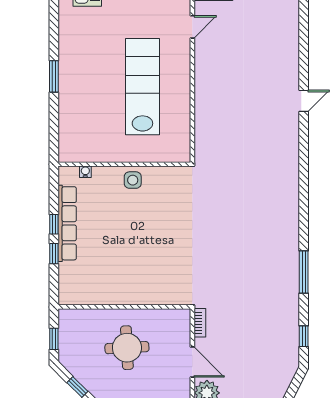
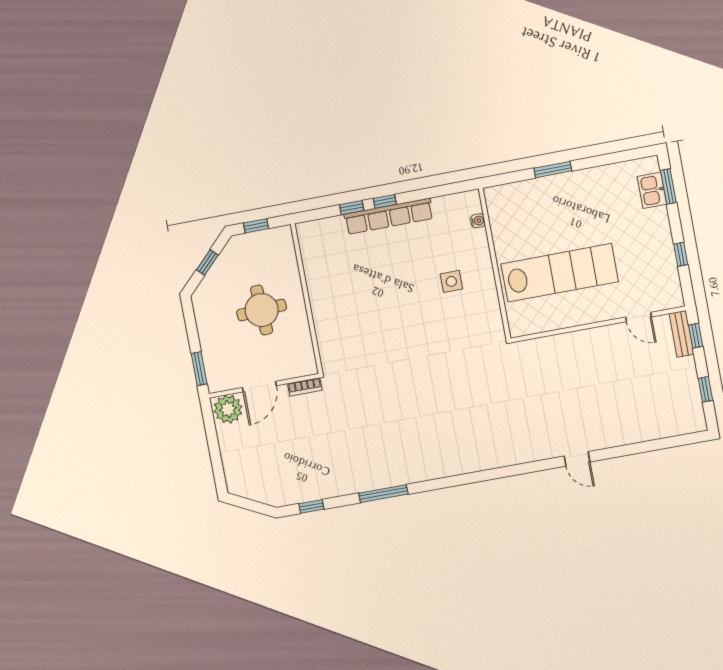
wall: (124, 164) -> (495, 264), moved
water cooler: (85, 172) -> (478, 221), moved

